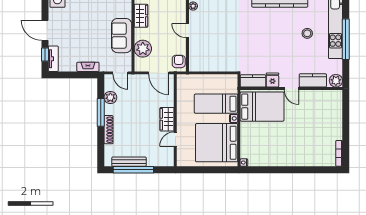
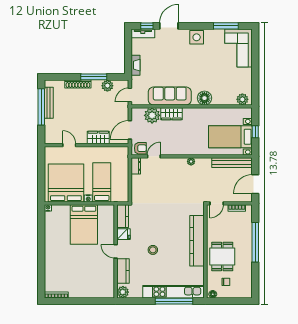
wardrobe: (141, 16) -> (171, 114), moved
door: (188, 31) -> (154, 156), moved
stool: (307, 33) -> (153, 250), moved
sofa: (122, 36) -> (170, 96), width x1.36
window: (346, 39) -> (174, 301), moved
dresser: (198, 66) -> (136, 166), added
door: (291, 89) -> (116, 251), hinge flipped
bed: (262, 107) -> (84, 224), moved
wardrobe: (167, 119) -> (98, 138), moved

